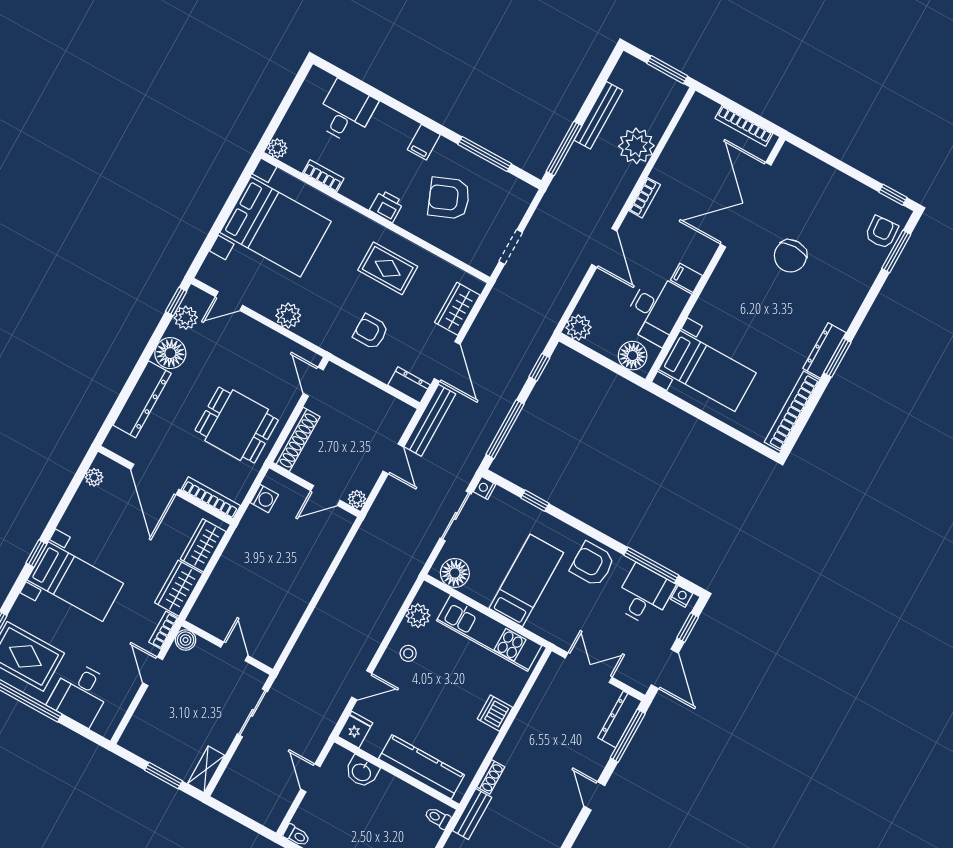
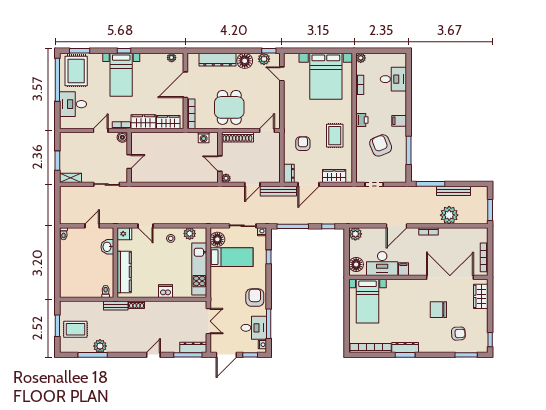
wardrobe: (809, 169) -> (481, 296), added
armchair: (882, 232) -> (458, 334), moved
plant: (288, 316) -> (290, 103), removed
bed: (526, 581) -> (231, 257), moved

